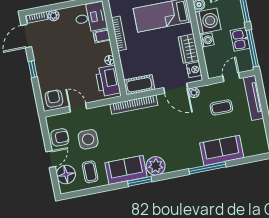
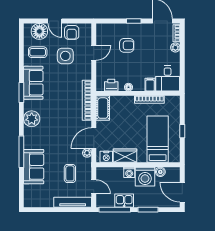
printer: (108, 81) -> (111, 85), width x0.53, depth x0.68
armchair: (54, 99) -> (127, 45), moved
plant: (156, 166) -> (32, 119), moved

